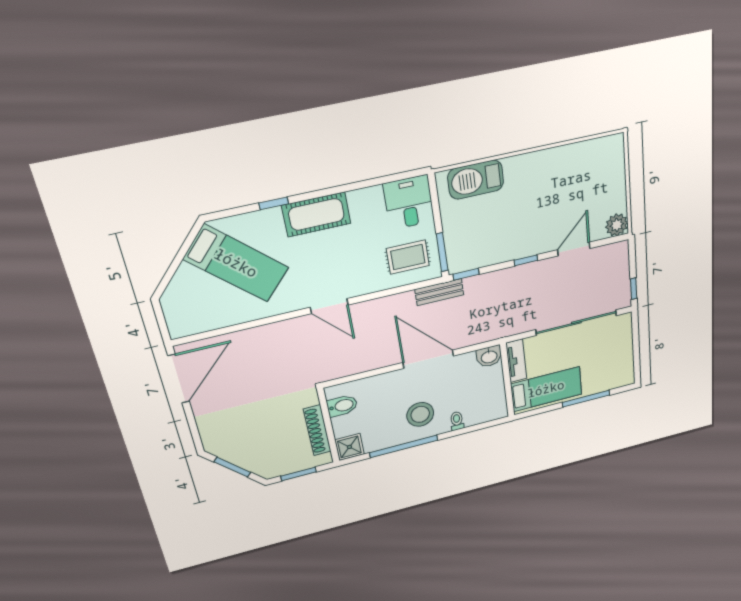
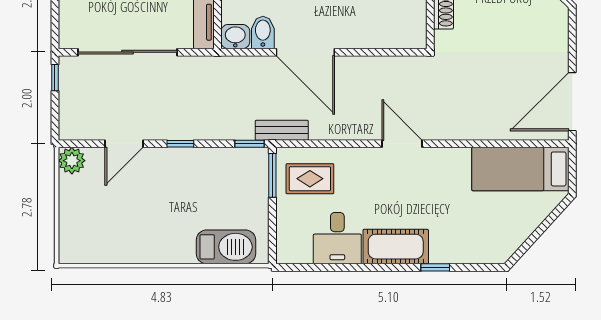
desk: (409, 202) -> (337, 238), moved
bed: (236, 263) -> (520, 169), moved, turned -42
bidet: (342, 406) -> (263, 32), moved, turned 90

